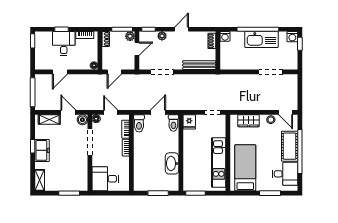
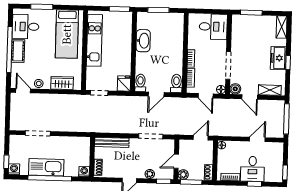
cot: (290, 146) -> (18, 51), width x0.73, depth x0.75

